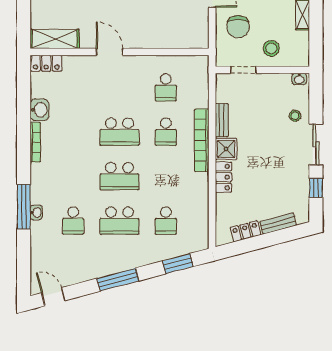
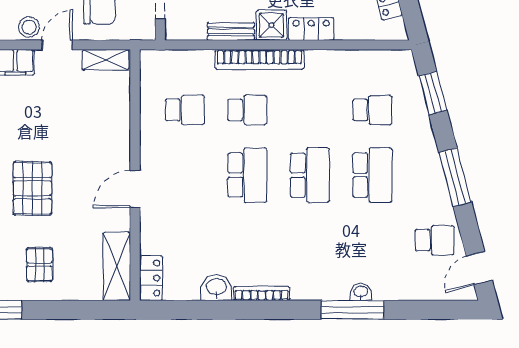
shelving: (201, 31) -> (105, 60), added
school desk: (73, 221) -> (435, 240), moved

